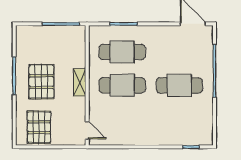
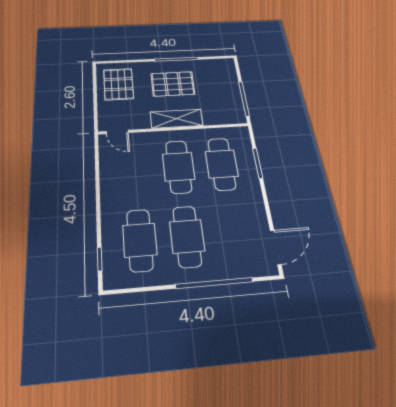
shelving: (80, 82) -> (176, 119), width x1.50, depth x1.33
cafe table: (179, 119) -> (140, 240), added
pallet: (39, 127) -> (119, 84), turned 90
door: (87, 130) -> (117, 132), hinge flipped

